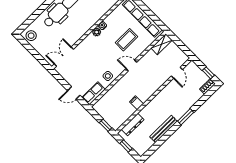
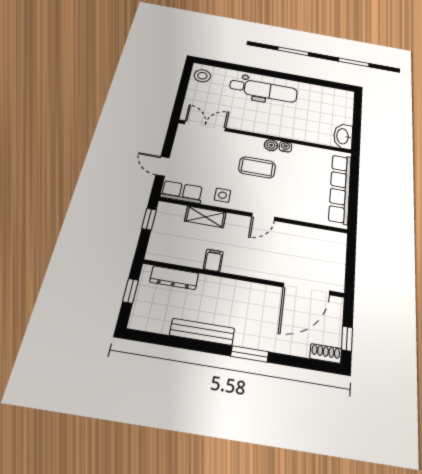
coffee table: (127, 40) -> (257, 167), moved
shelving: (162, 44) -> (205, 217), moved
door: (131, 65) -> (263, 217), swing flipped
door: (177, 73) -> (306, 289), width x1.88
window: (106, 125) -> (149, 219), moved

